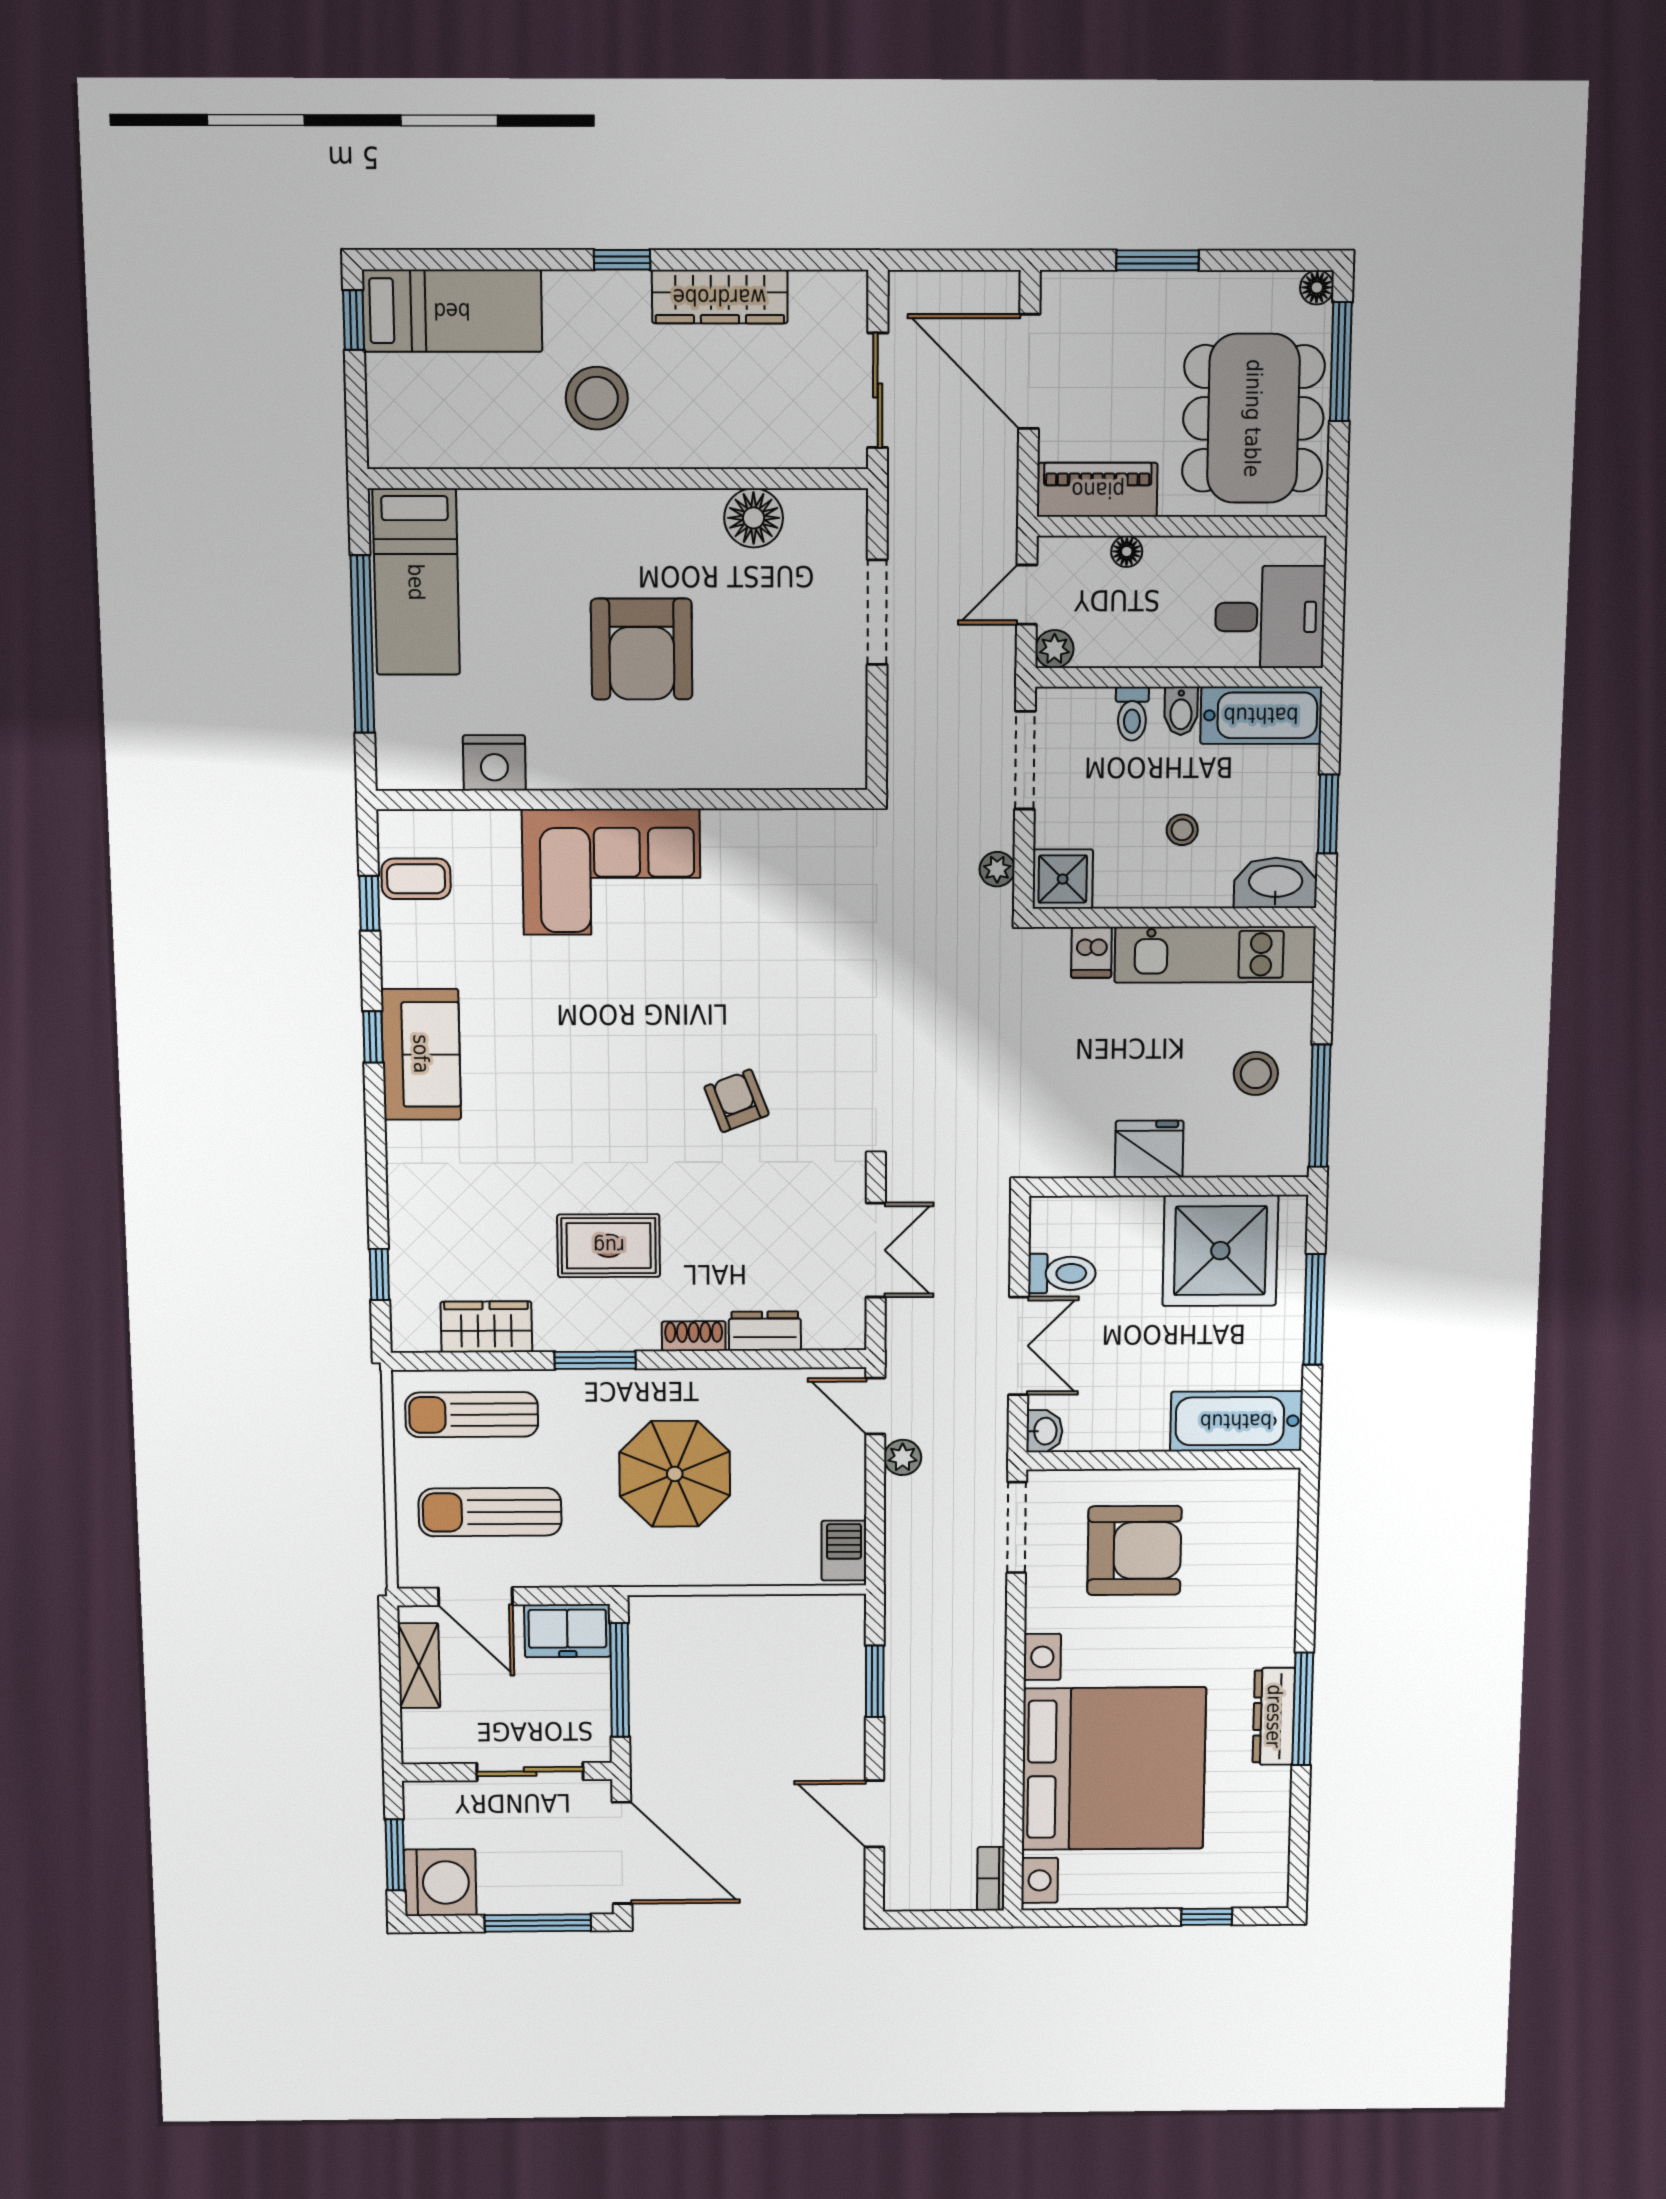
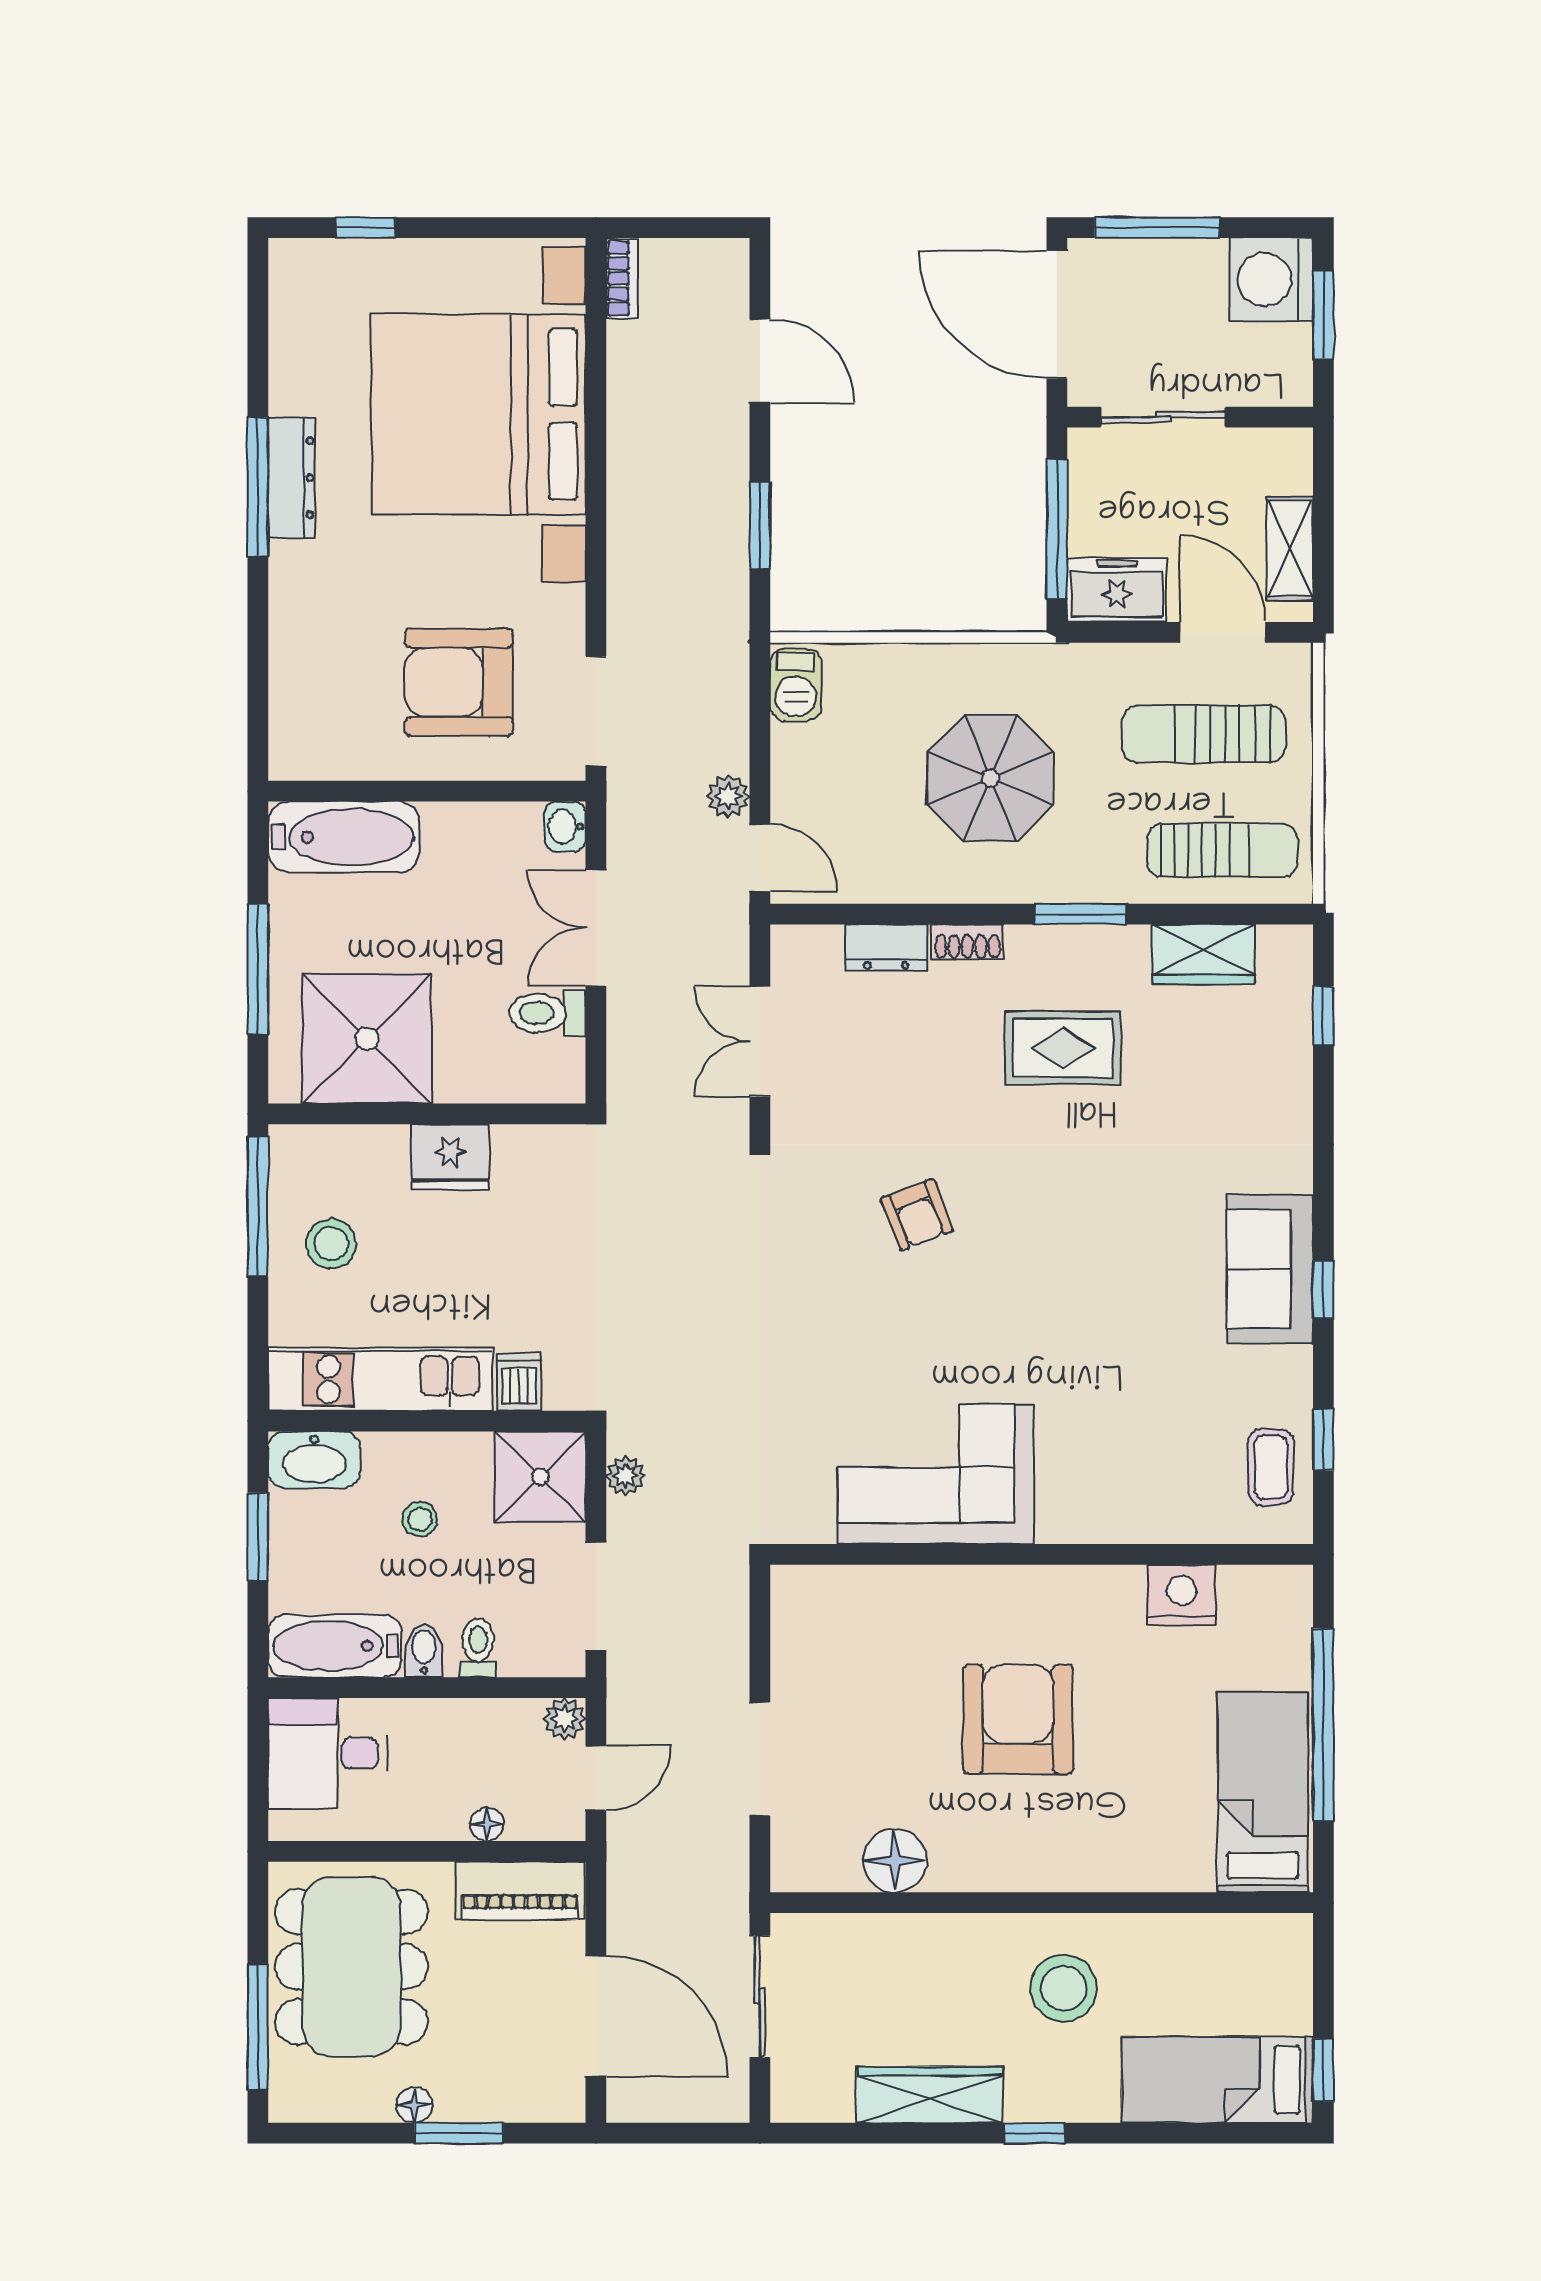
floor lamp: (1317, 287) -> (414, 2105), moved
corner sofa: (611, 872) -> (936, 1474), moved
coffee table: (416, 879) -> (1271, 1467), turned 90
shower: (1063, 879) -> (540, 1477), width x1.36, depth x1.36
sun lounger: (490, 1512) -> (1204, 734), turned 180

